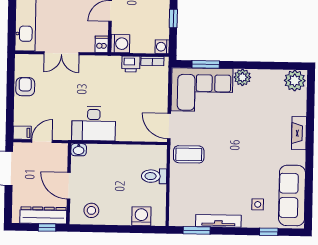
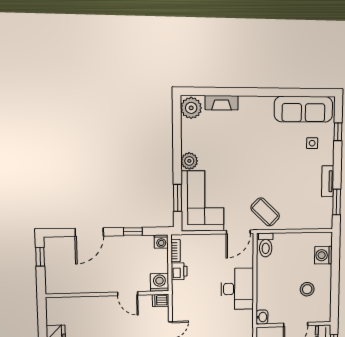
desk: (94, 124) -> (237, 289), moved
fireplace: (299, 133) -> (222, 103), moved
coffee table: (189, 154) -> (265, 212), turned -46
toilet: (154, 176) -> (266, 245), moved
stool: (91, 210) -> (307, 289), moved
tv unit: (218, 221) -> (328, 181), width x0.71

